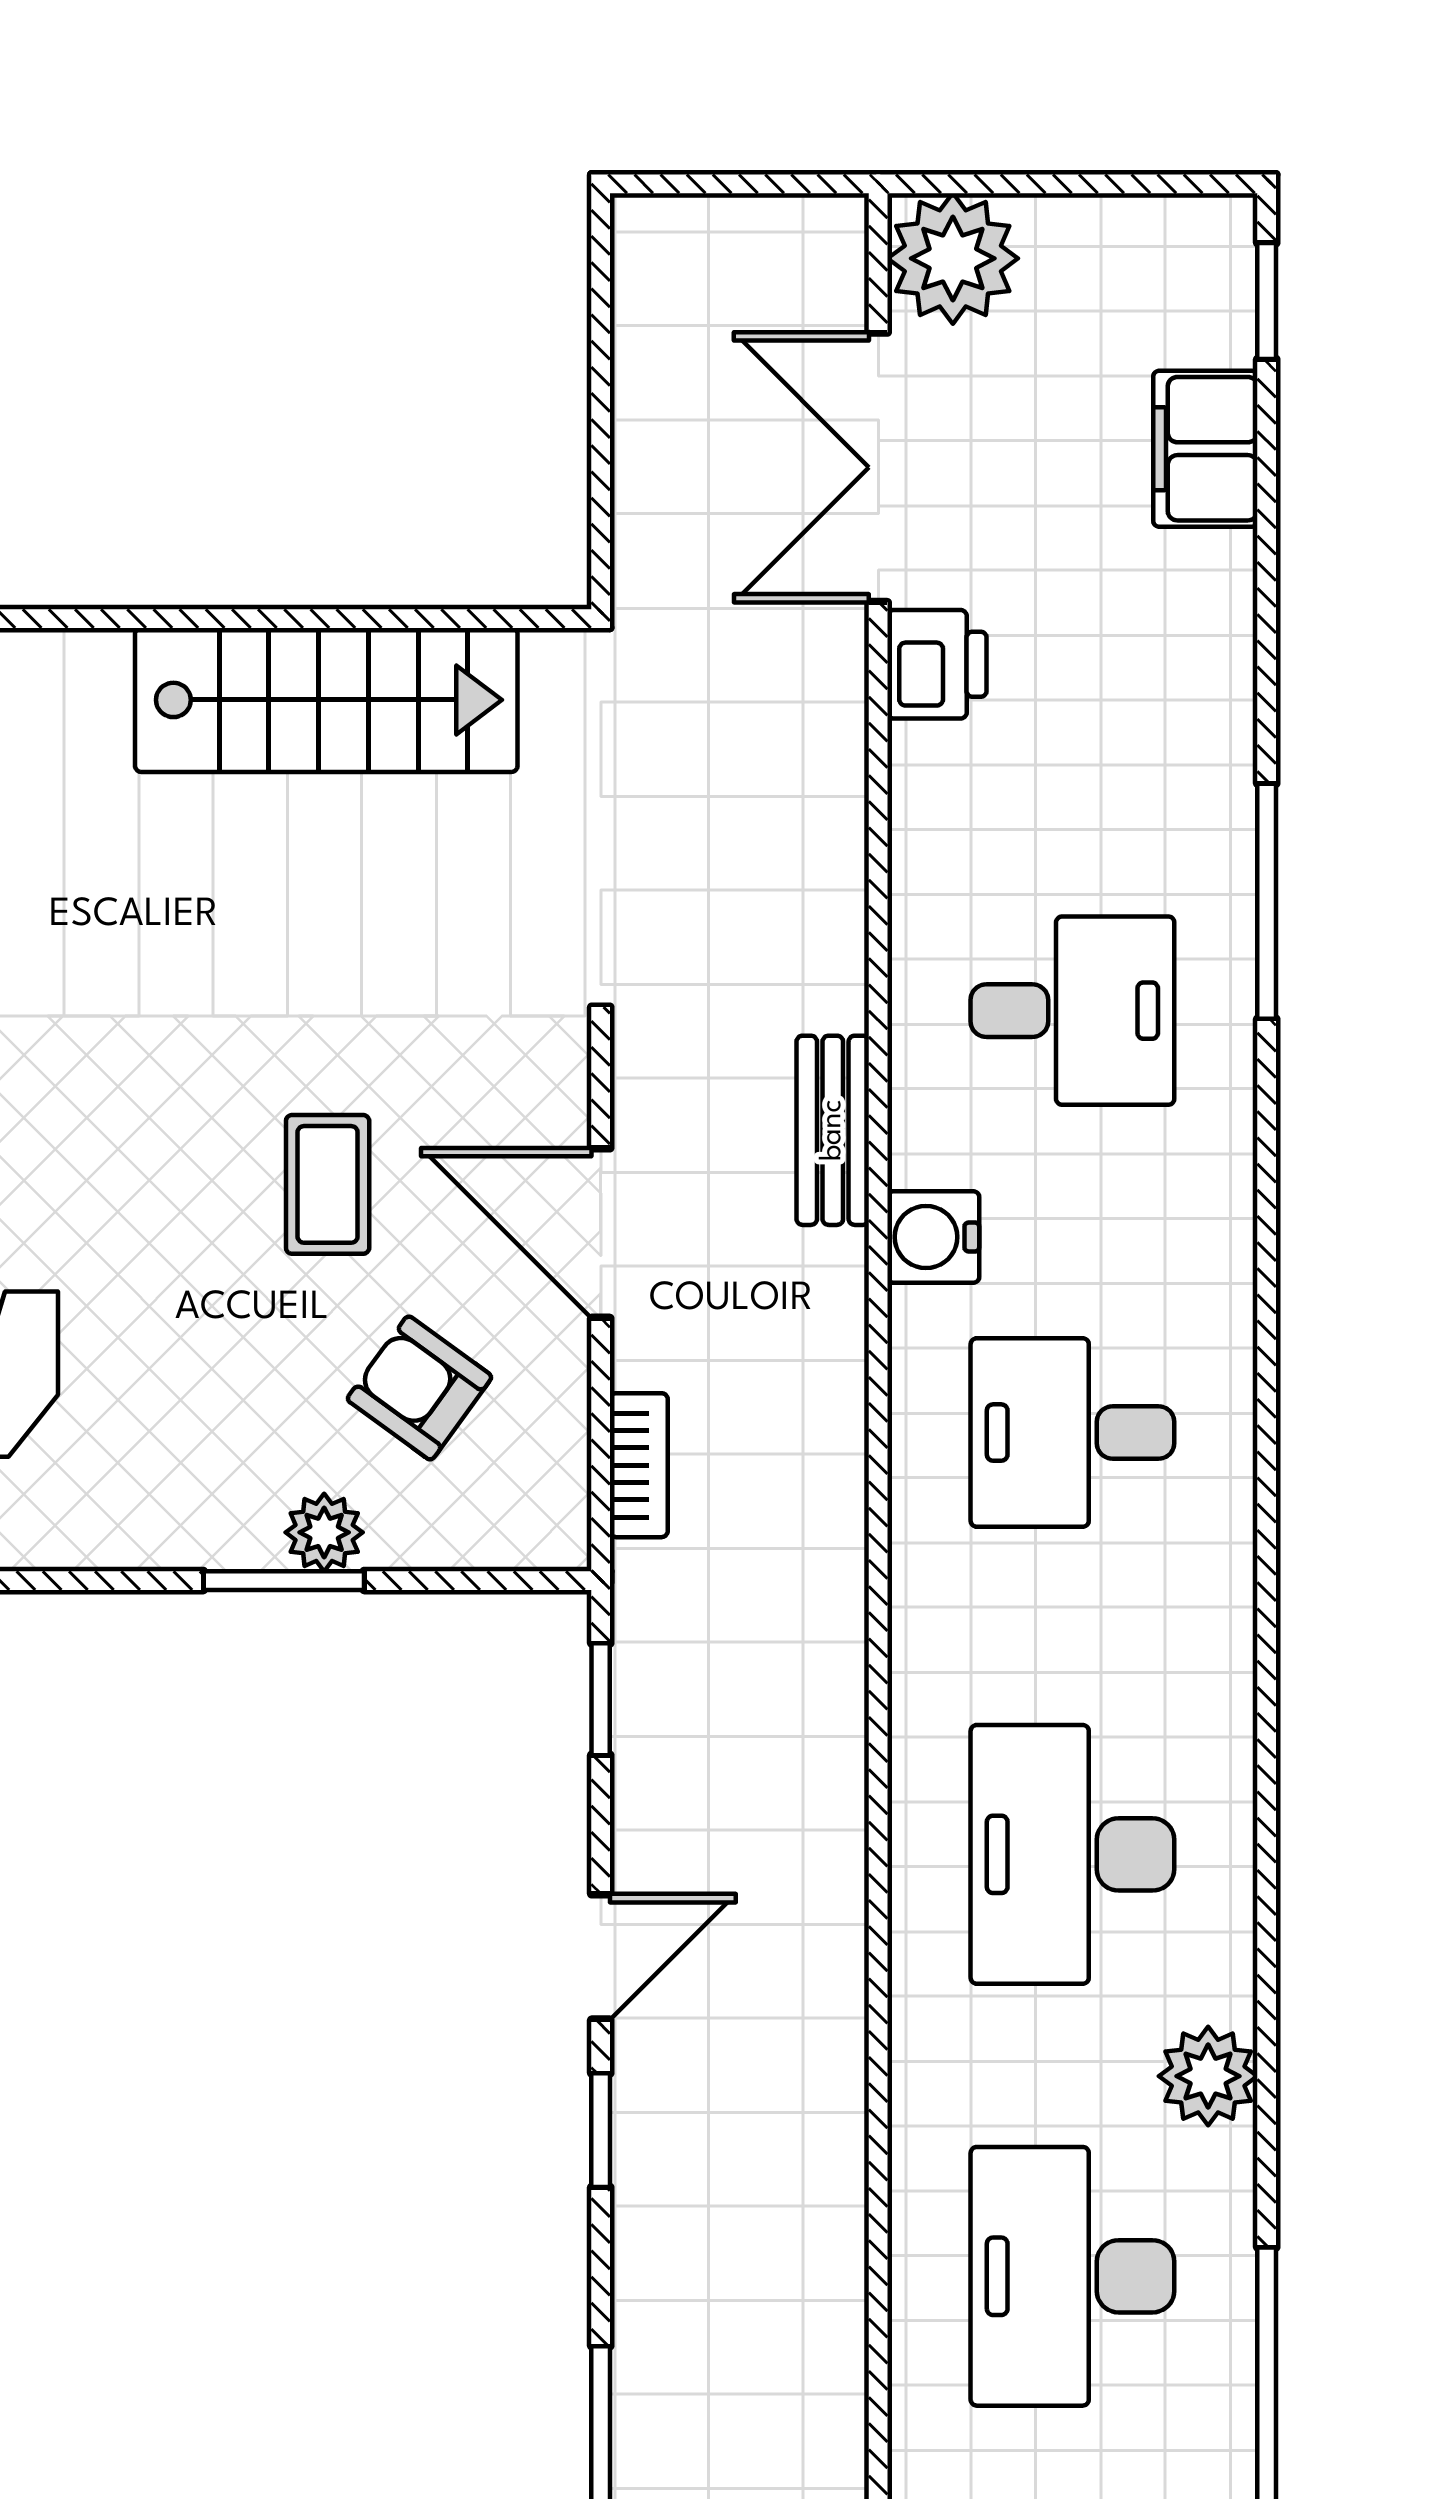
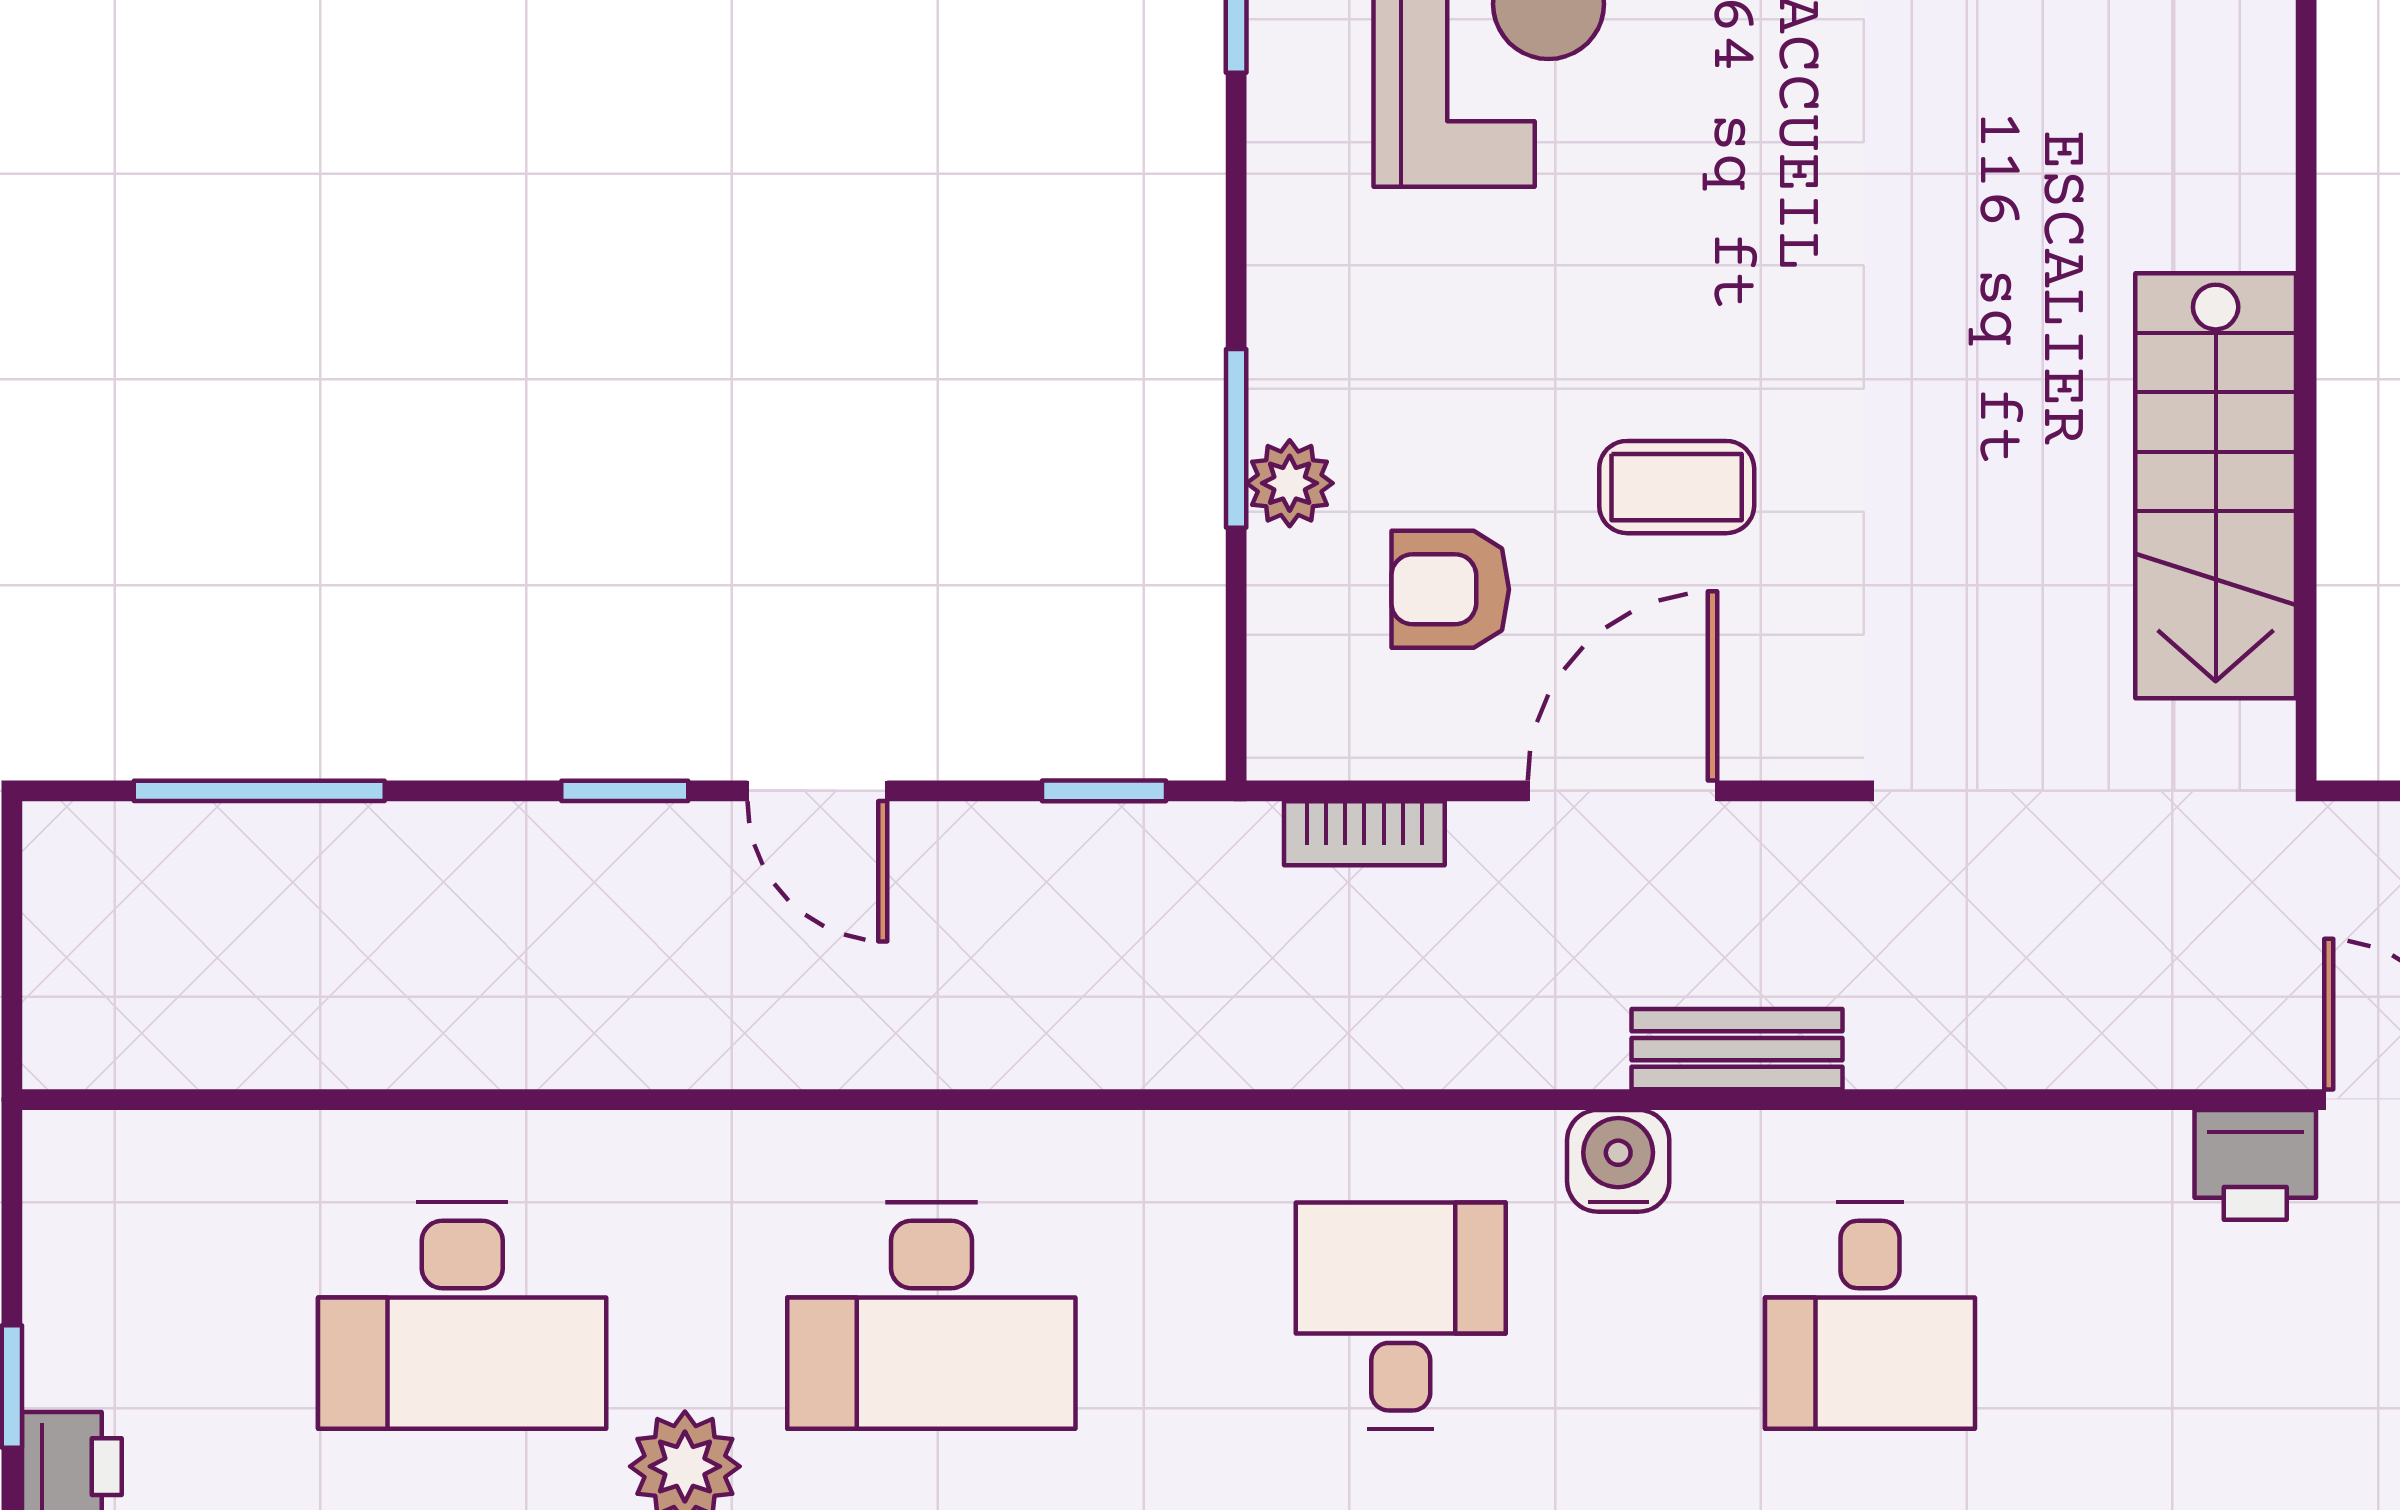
armchair: (419, 1388) -> (1450, 589), turned -126
desk: (1072, 1854) -> (931, 1316), turned 180
desk: (1072, 2276) -> (462, 1316), turned 180

